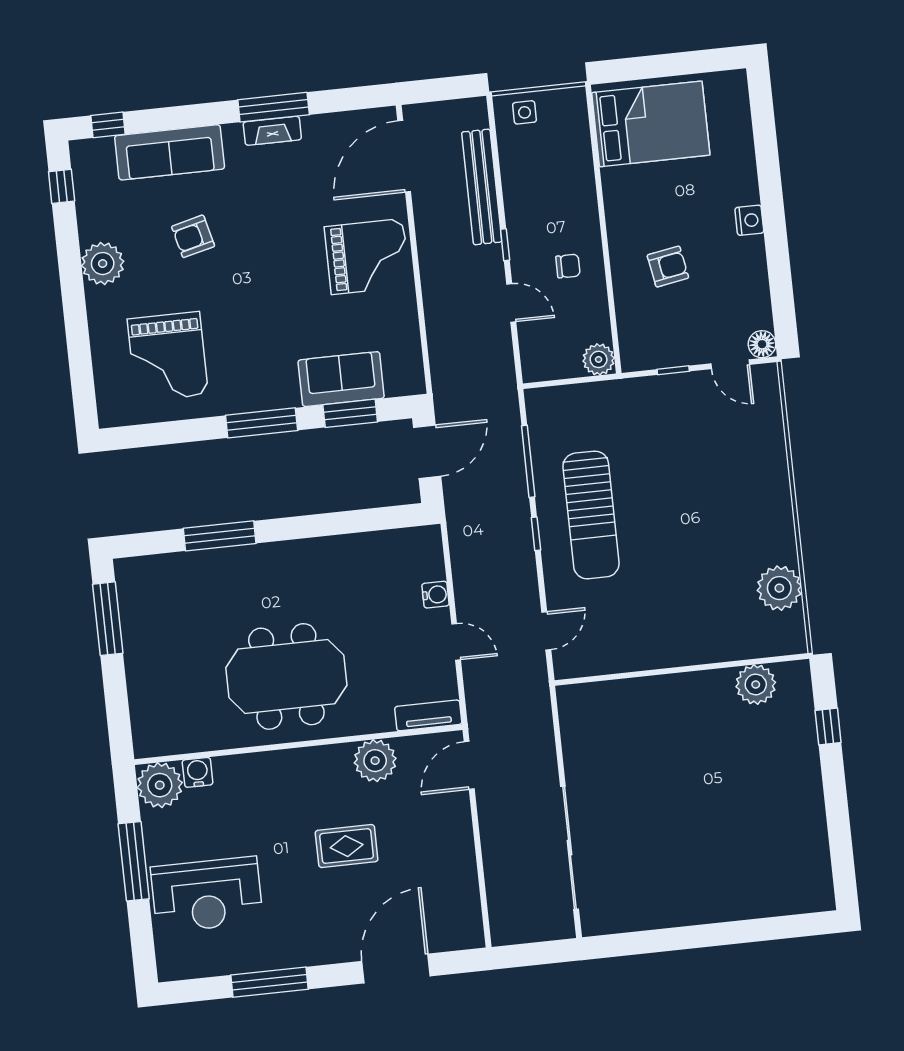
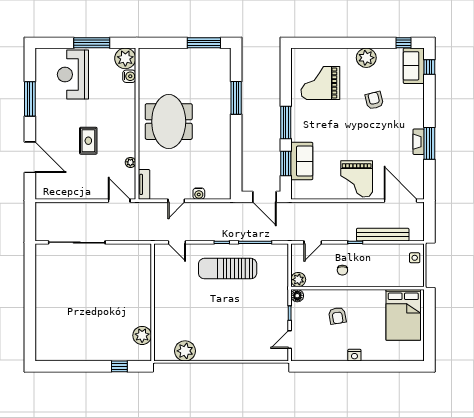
sofa: (170, 152) -> (414, 66), moved, width x0.73
door: (511, 303) -> (313, 242), moved
floor lamp: (762, 344) -> (297, 296), moved
plant: (375, 761) -> (130, 162), width x0.53, depth x0.53

